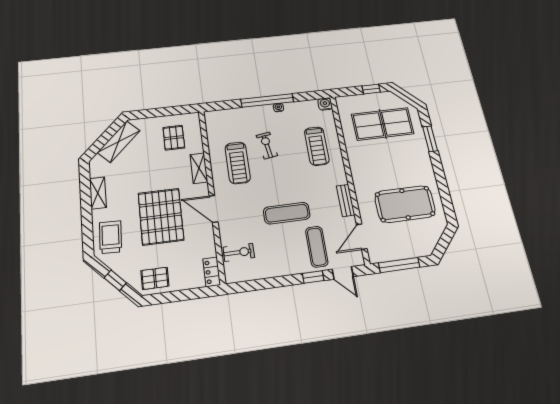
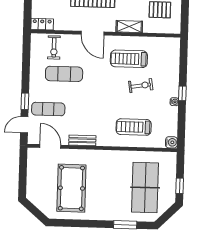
window: (267, 100) -> (182, 93), width x0.32
door: (214, 209) -> (93, 33), swing flipped
exercise mat: (287, 213) -> (64, 74), moved, turned 90
window: (399, 265) -> (23, 170), removed

